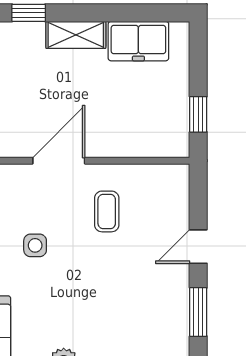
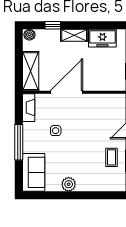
door: (59, 161) -> (66, 92), width x1.36
coffee table: (107, 211) -> (111, 157), moved

